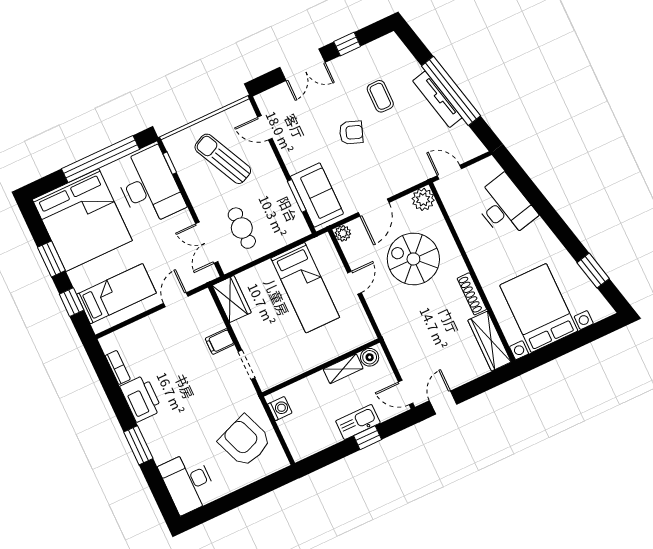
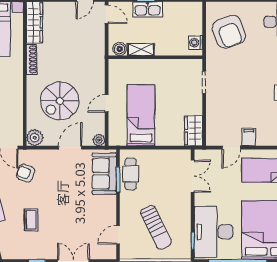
door: (265, 128) -> (118, 235), swing flipped
armchair: (351, 133) -> (26, 173), moved
cafe table: (242, 228) -> (131, 174), moved
spiral stairs: (413, 259) -> (60, 101), turned 90
filing cabinet: (220, 341) -> (249, 137), moved, turned -90

